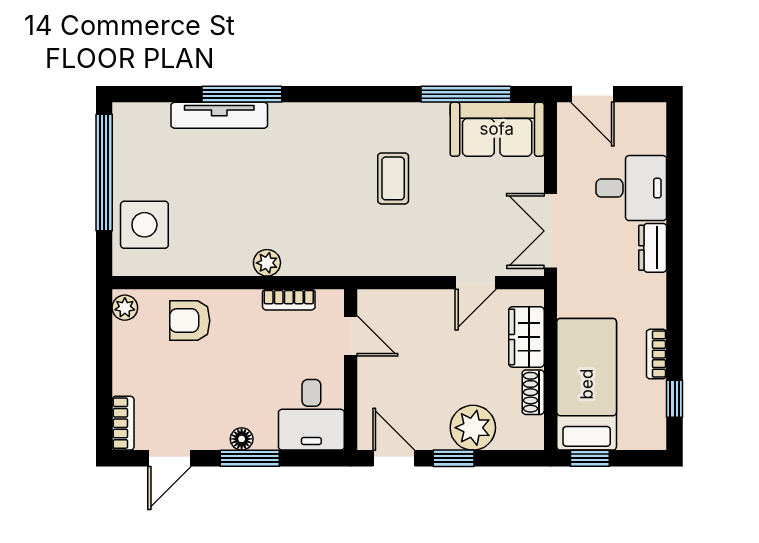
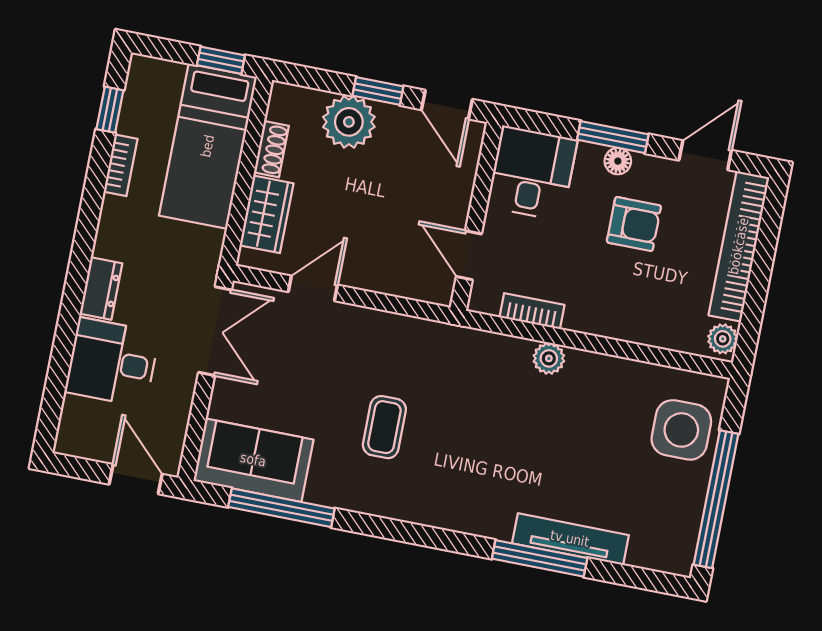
armchair: (190, 321) -> (634, 224), moved
bookcase: (123, 423) -> (739, 246), width x2.31, depth x1.31

